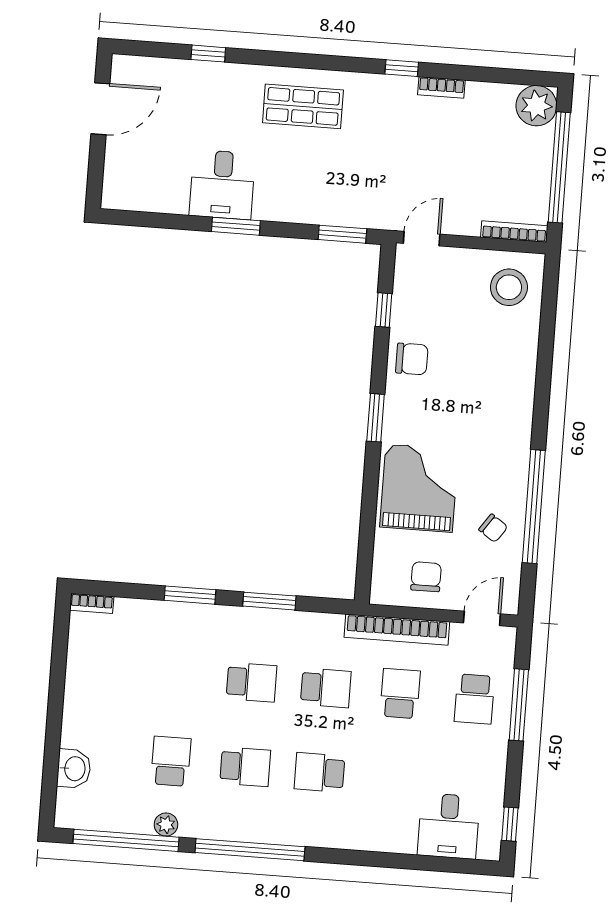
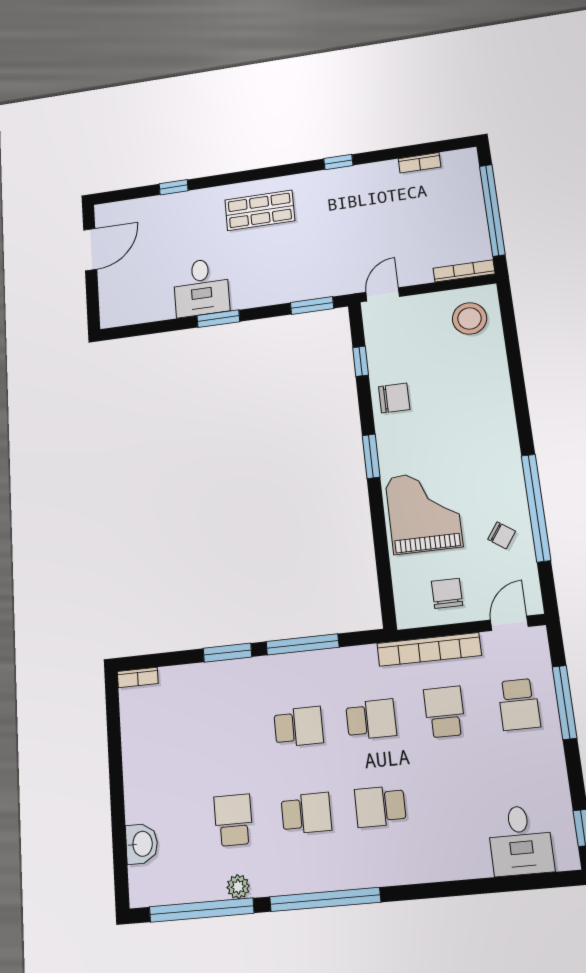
bookcase: (441, 87) -> (420, 163), moved
plant: (536, 106) -> (461, 166), removed
window: (269, 601) -> (303, 644), width x1.44

